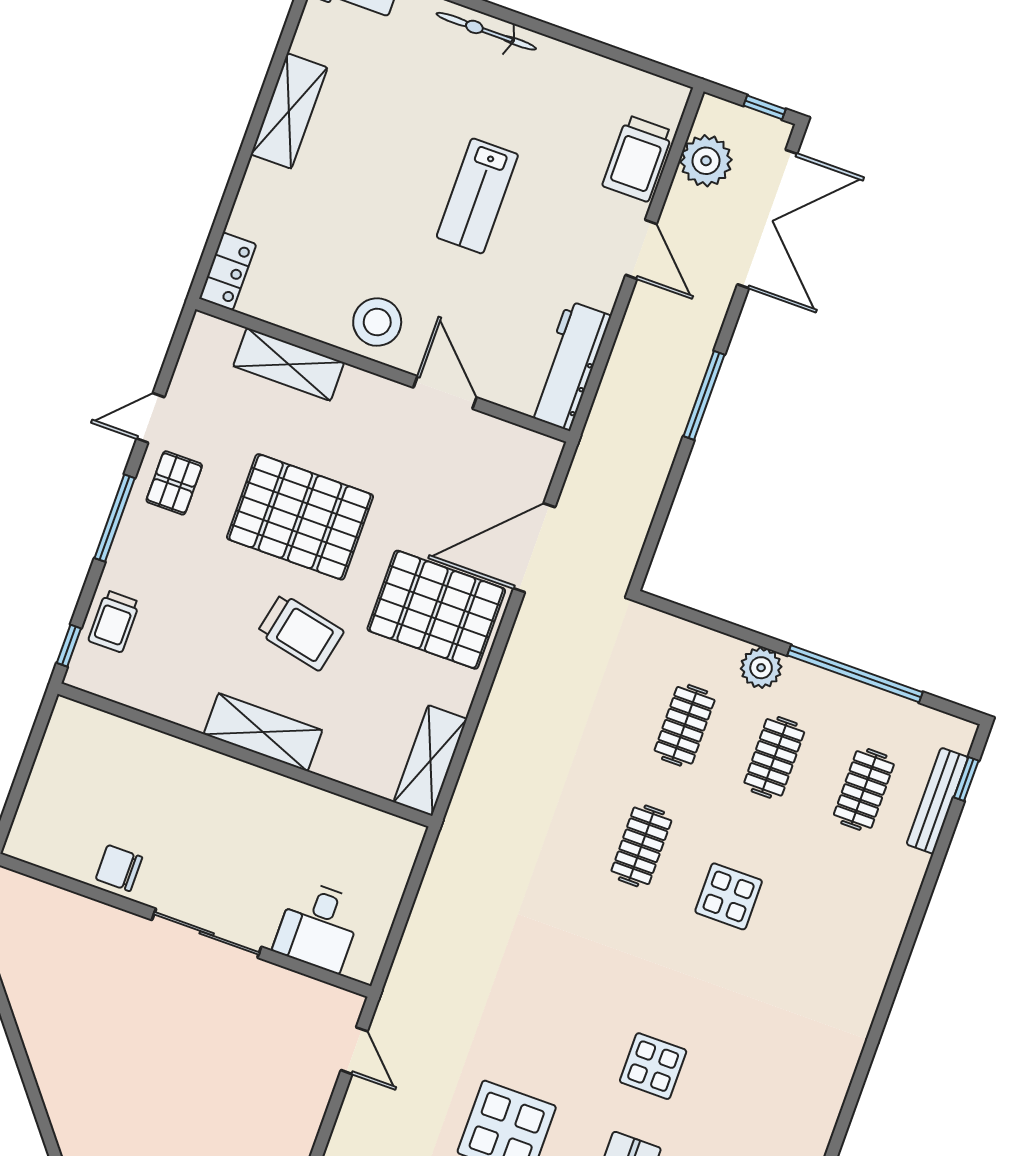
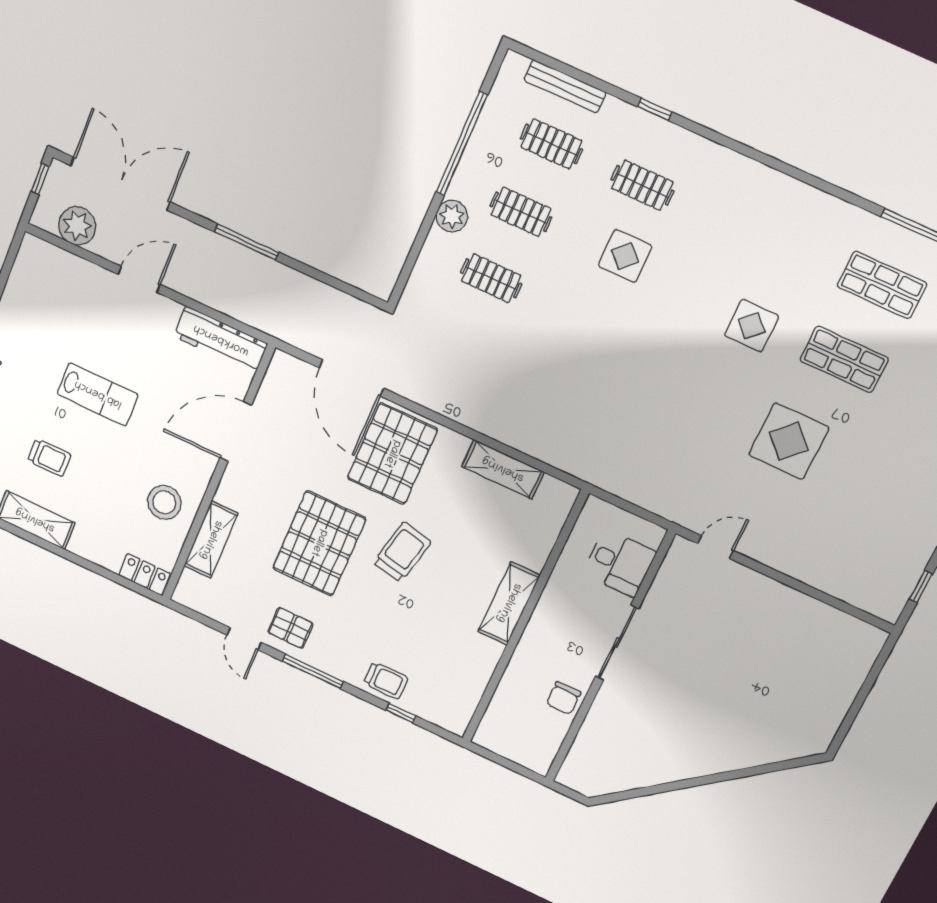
trolley: (638, 158) -> (49, 458), moved, width x0.73, depth x0.72
stool: (377, 322) -> (164, 502), moved
door: (445, 392) -> (236, 431), width x1.36
shelving: (263, 732) -> (509, 603), moved
wall: (245, 755) -> (525, 618), moved
window: (966, 779) -> (655, 109), moved
clothes rail: (641, 846) -> (642, 185), moved

